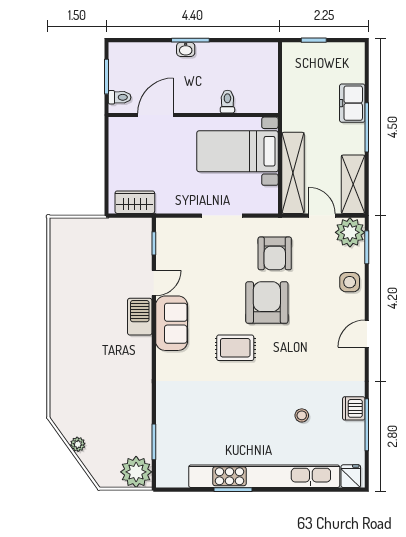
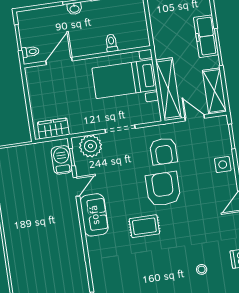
freezer: (352, 103) -> (206, 36), width x1.40
plant: (350, 232) -> (91, 146), moved
barbecue: (140, 317) -> (62, 160), moved

